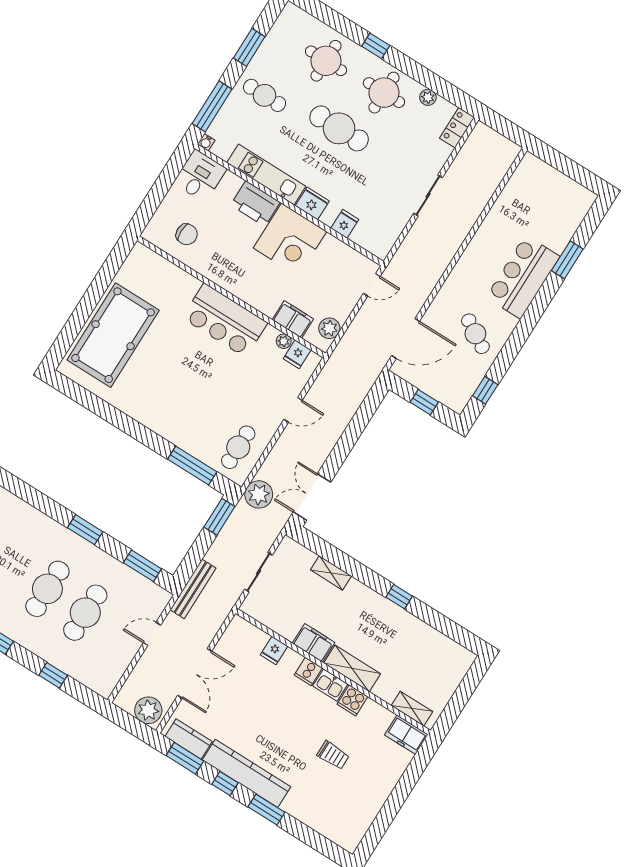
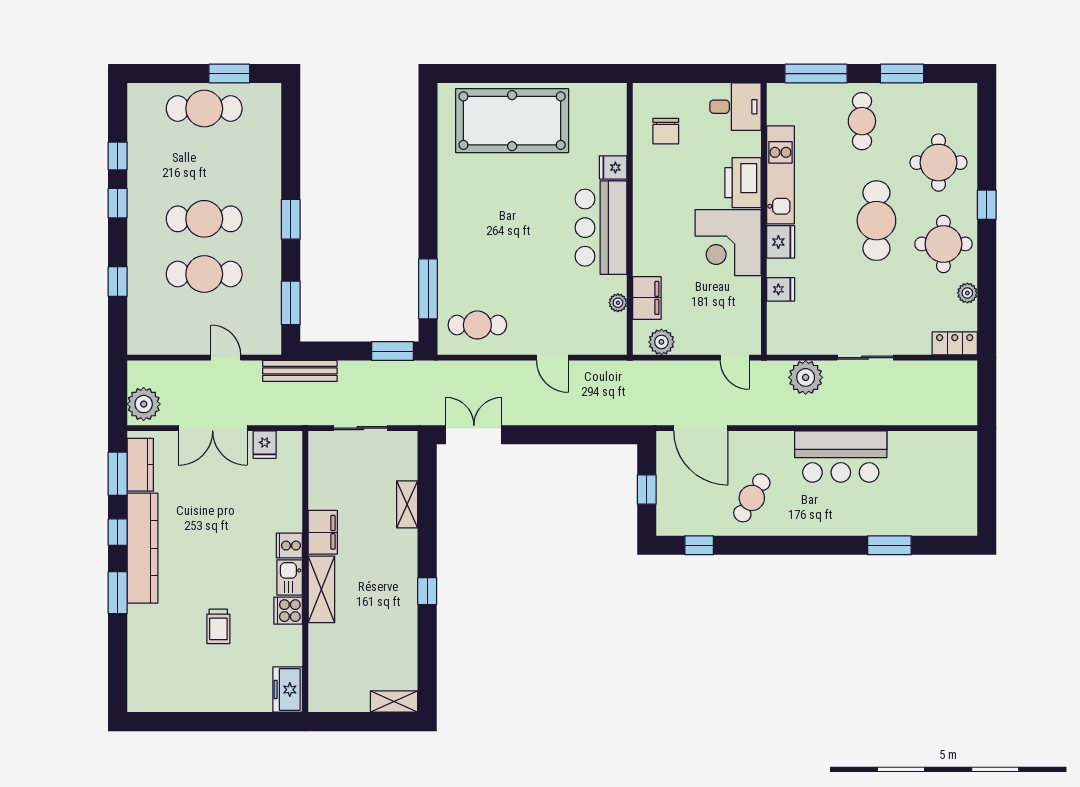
water cooler: (206, 142) -> (775, 91), removed
bar counter: (523, 277) -> (841, 457), moved, turned 180
fridge: (297, 354) -> (613, 167), moved
plant: (259, 494) -> (806, 377), moved
fridge: (274, 650) -> (265, 445), moved, turned -90
shelving: (412, 709) -> (394, 702), moved, turned 90

